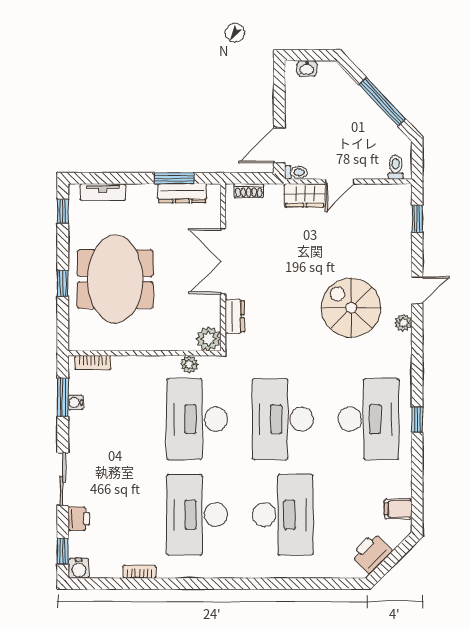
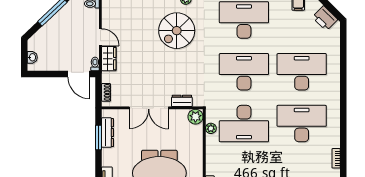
desk: (283, 419) -> (244, 72), turned 180
desk: (197, 515) -> (302, 124), turned 180

